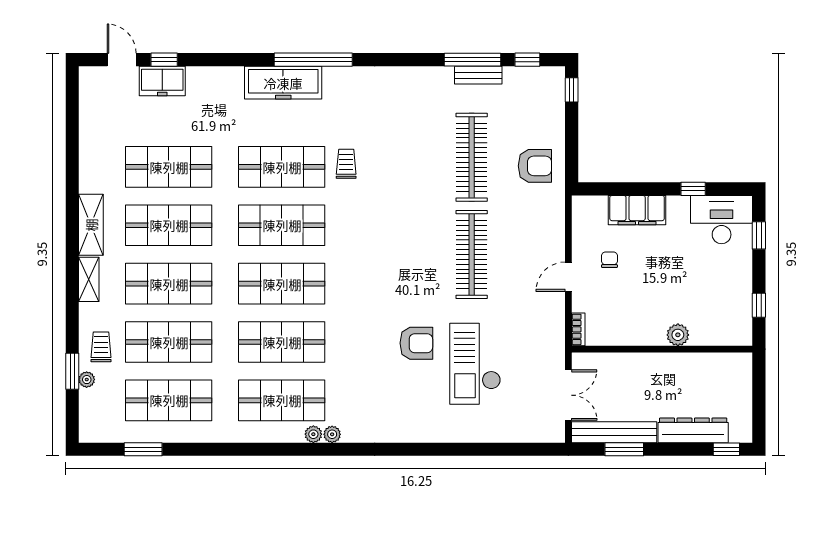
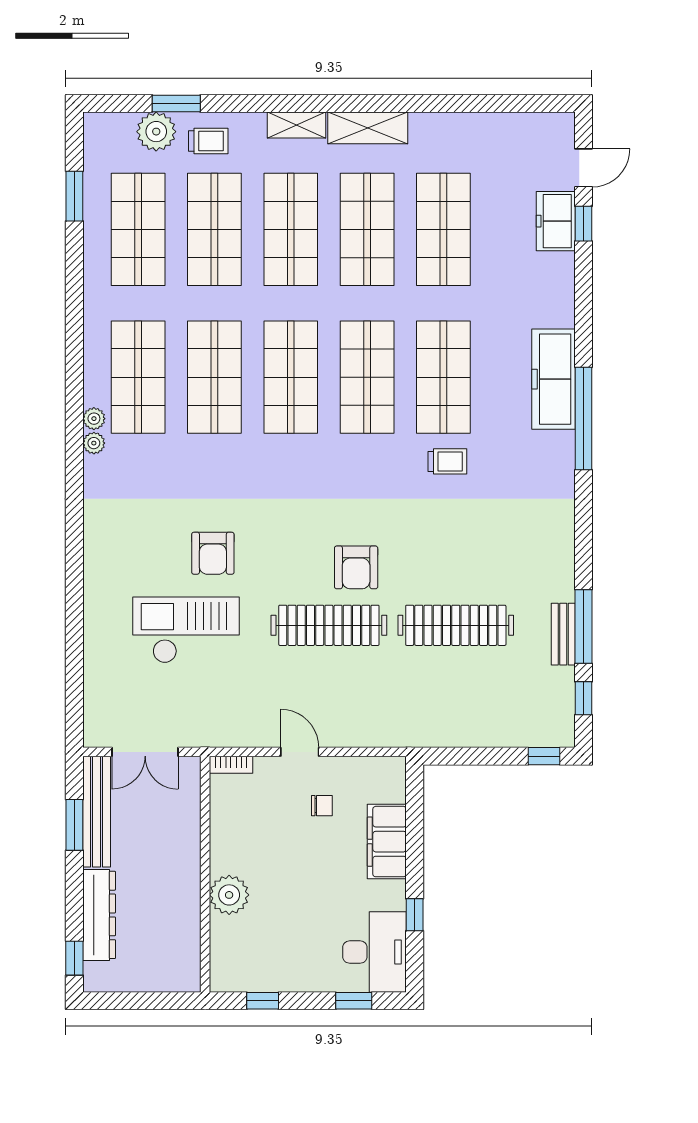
armchair: (535, 166) -> (356, 567), moved
plant: (678, 335) -> (229, 895), width x1.36, depth x1.36
plant: (87, 380) -> (156, 132), width x1.88, depth x1.88

